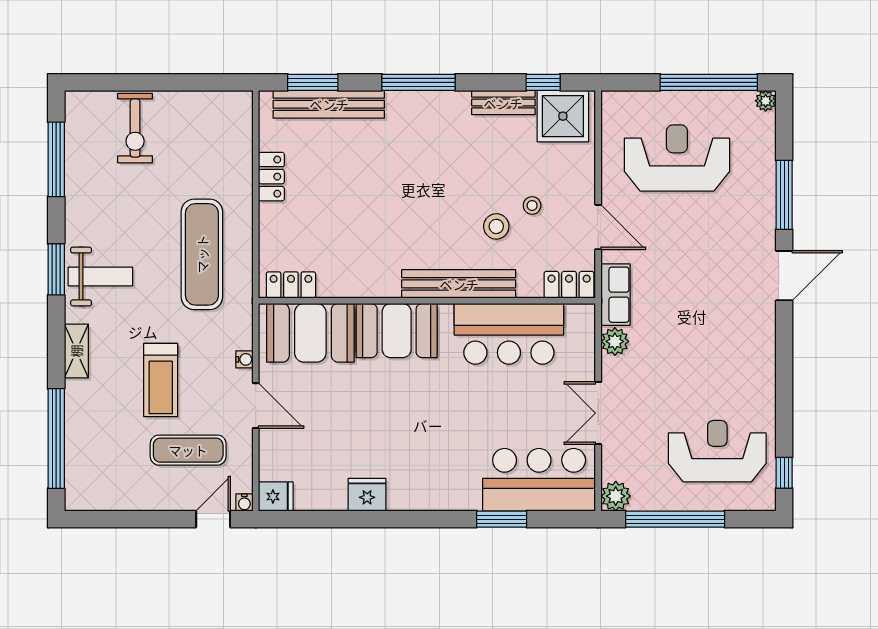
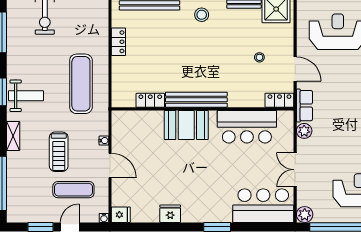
stool: (496, 226) -> (202, 15), moved
bench: (459, 284) -> (196, 100), moved
locker: (291, 285) -> (150, 100), moved
booth: (310, 333) -> (140, 126), removed
window: (127, 519) -> (40, 227), added
door: (213, 519) -> (70, 227), moved
window: (502, 519) -> (217, 227), moved

